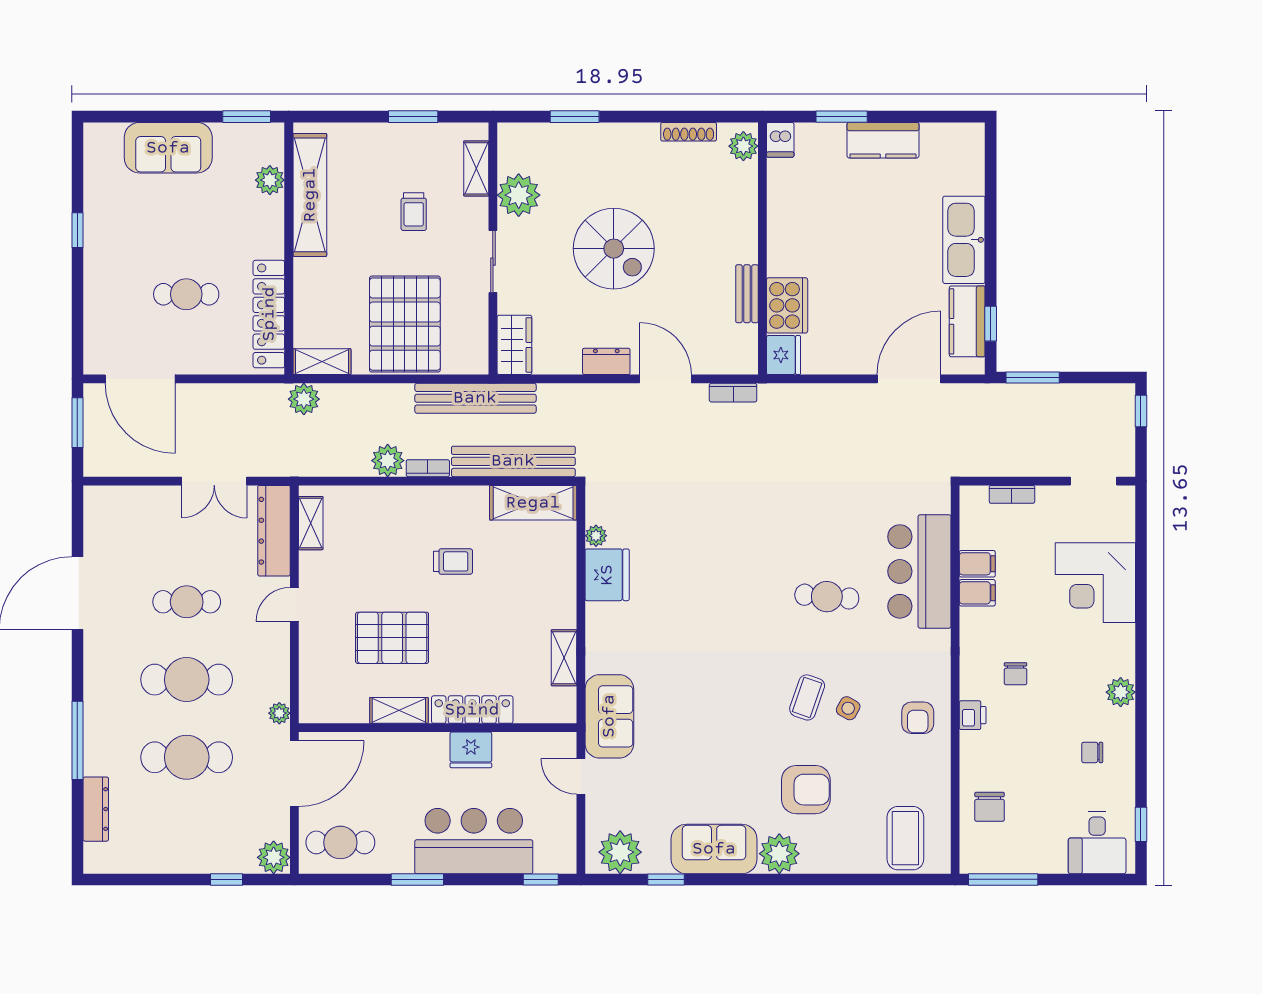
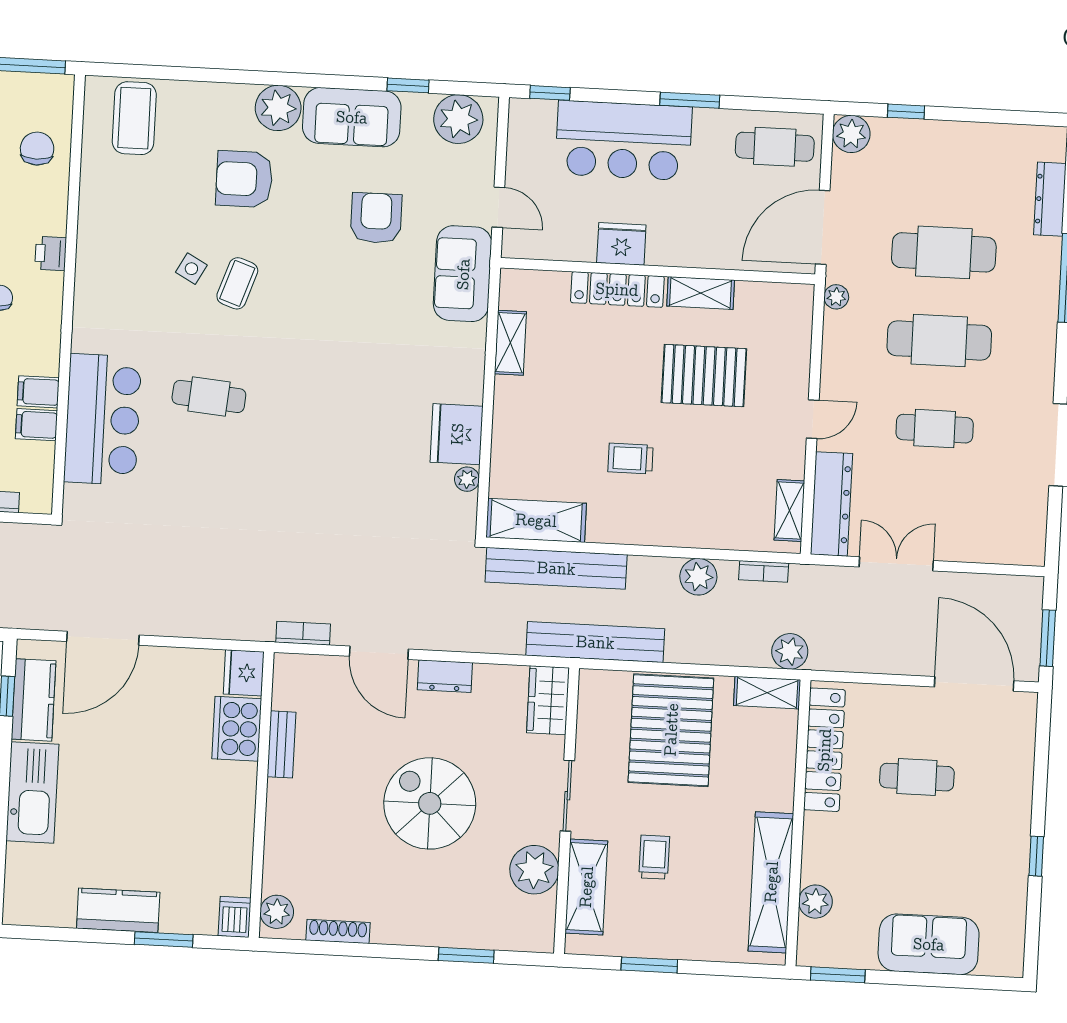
shelving: (476, 168) -> (586, 887), width x1.50, depth x1.33
bookcase: (428, 468) -> (764, 571), moved
armchair: (918, 718) -> (376, 218), moved, width x1.38, depth x1.38

